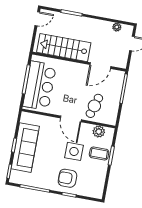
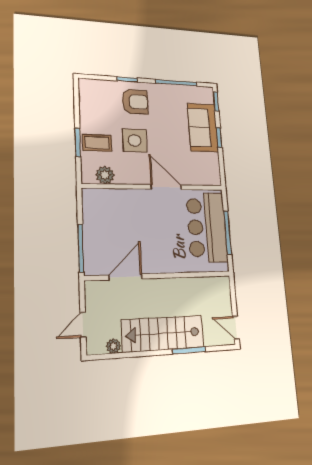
door: (37, 19) -> (236, 328), hinge flipped
stairs: (64, 48) -> (163, 334), moved, turned 180
cafe table: (94, 106) -> (120, 213), removed
door: (71, 119) -> (166, 187), moved
sofa: (25, 148) -> (203, 128), width x0.73

